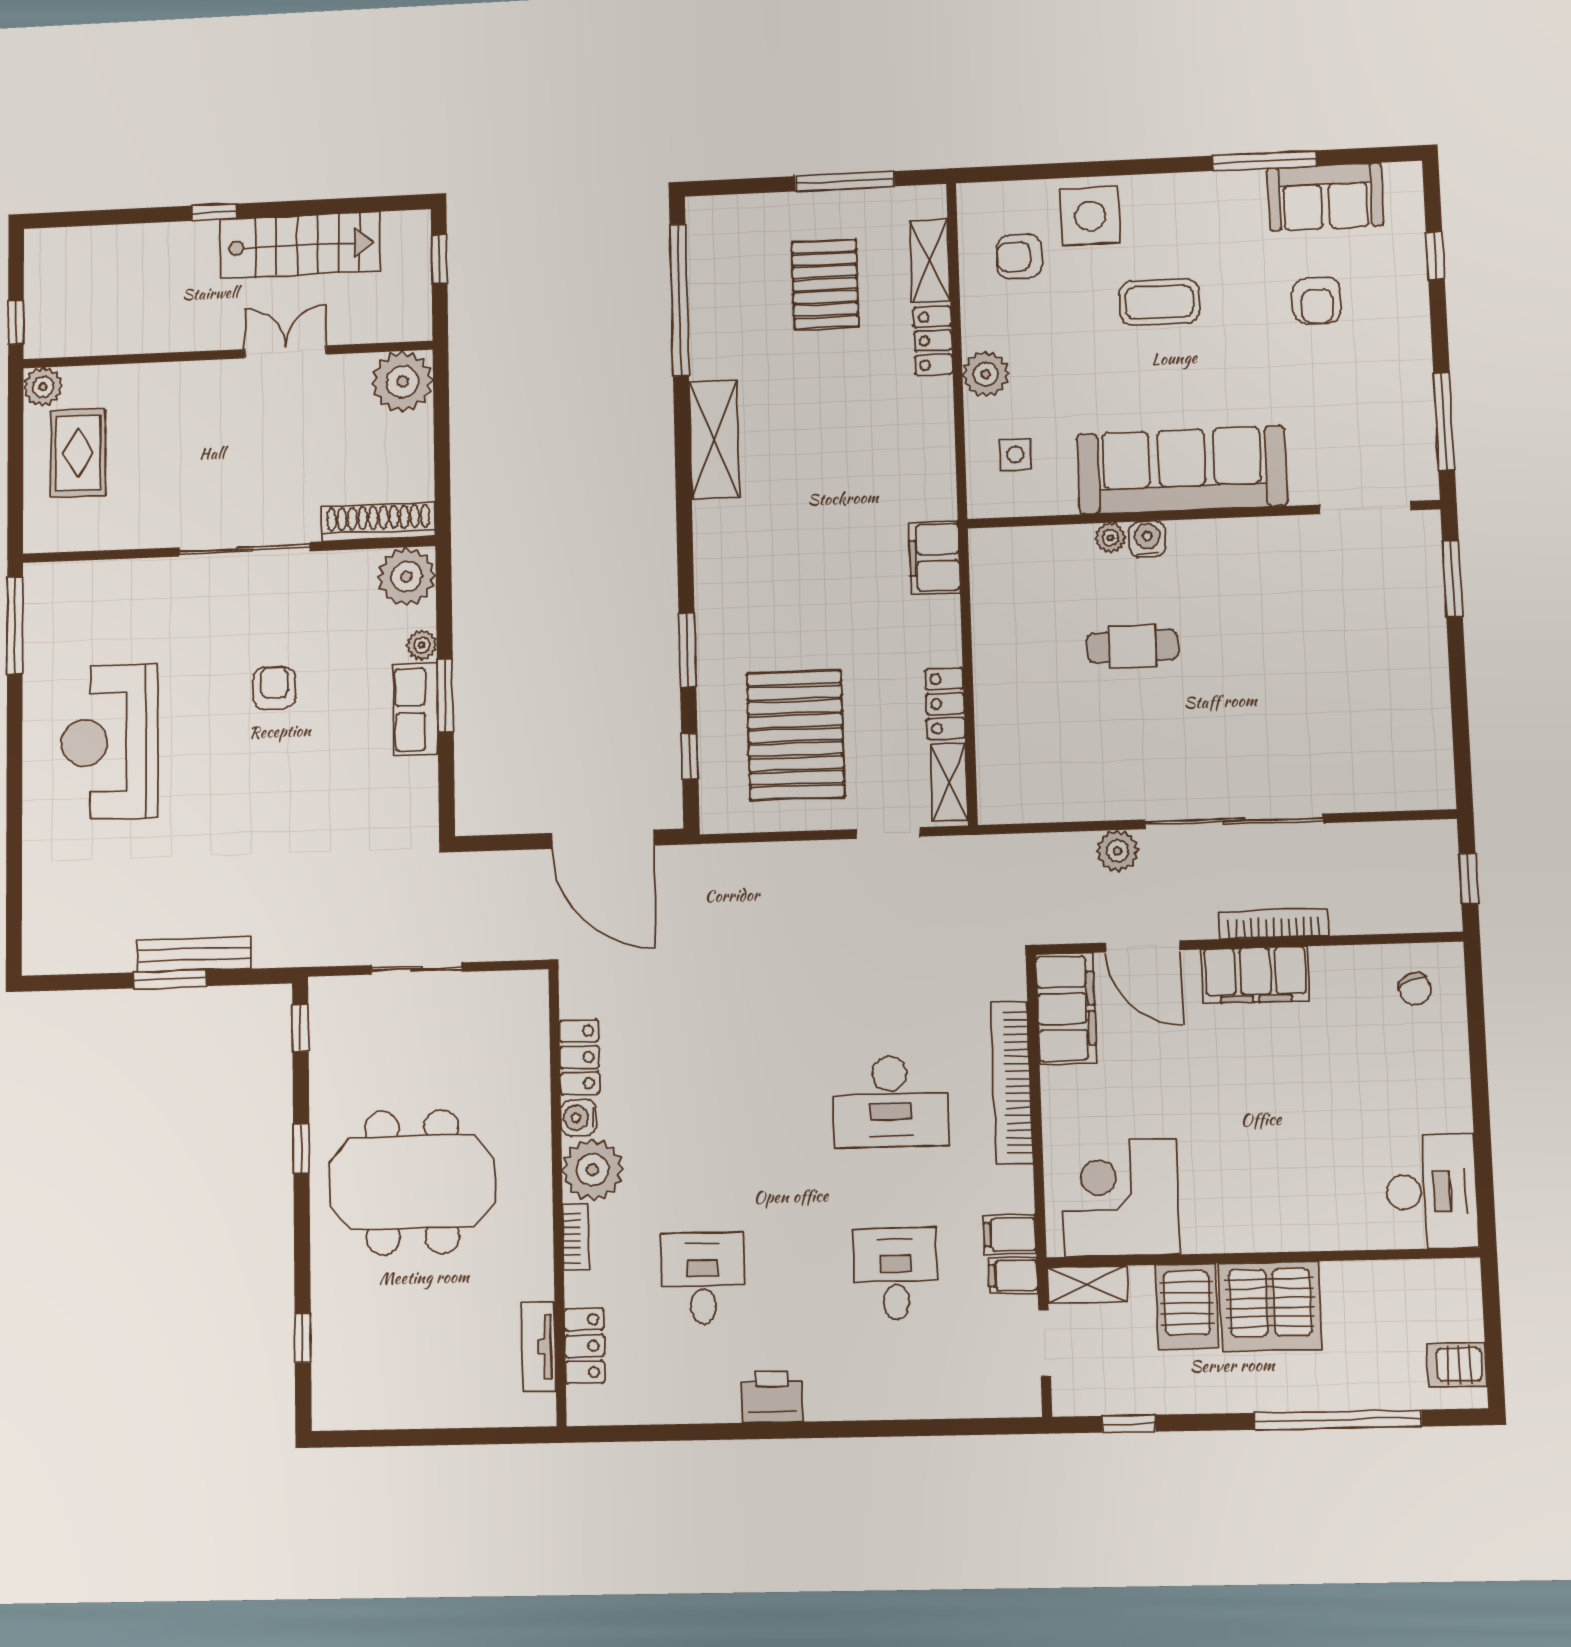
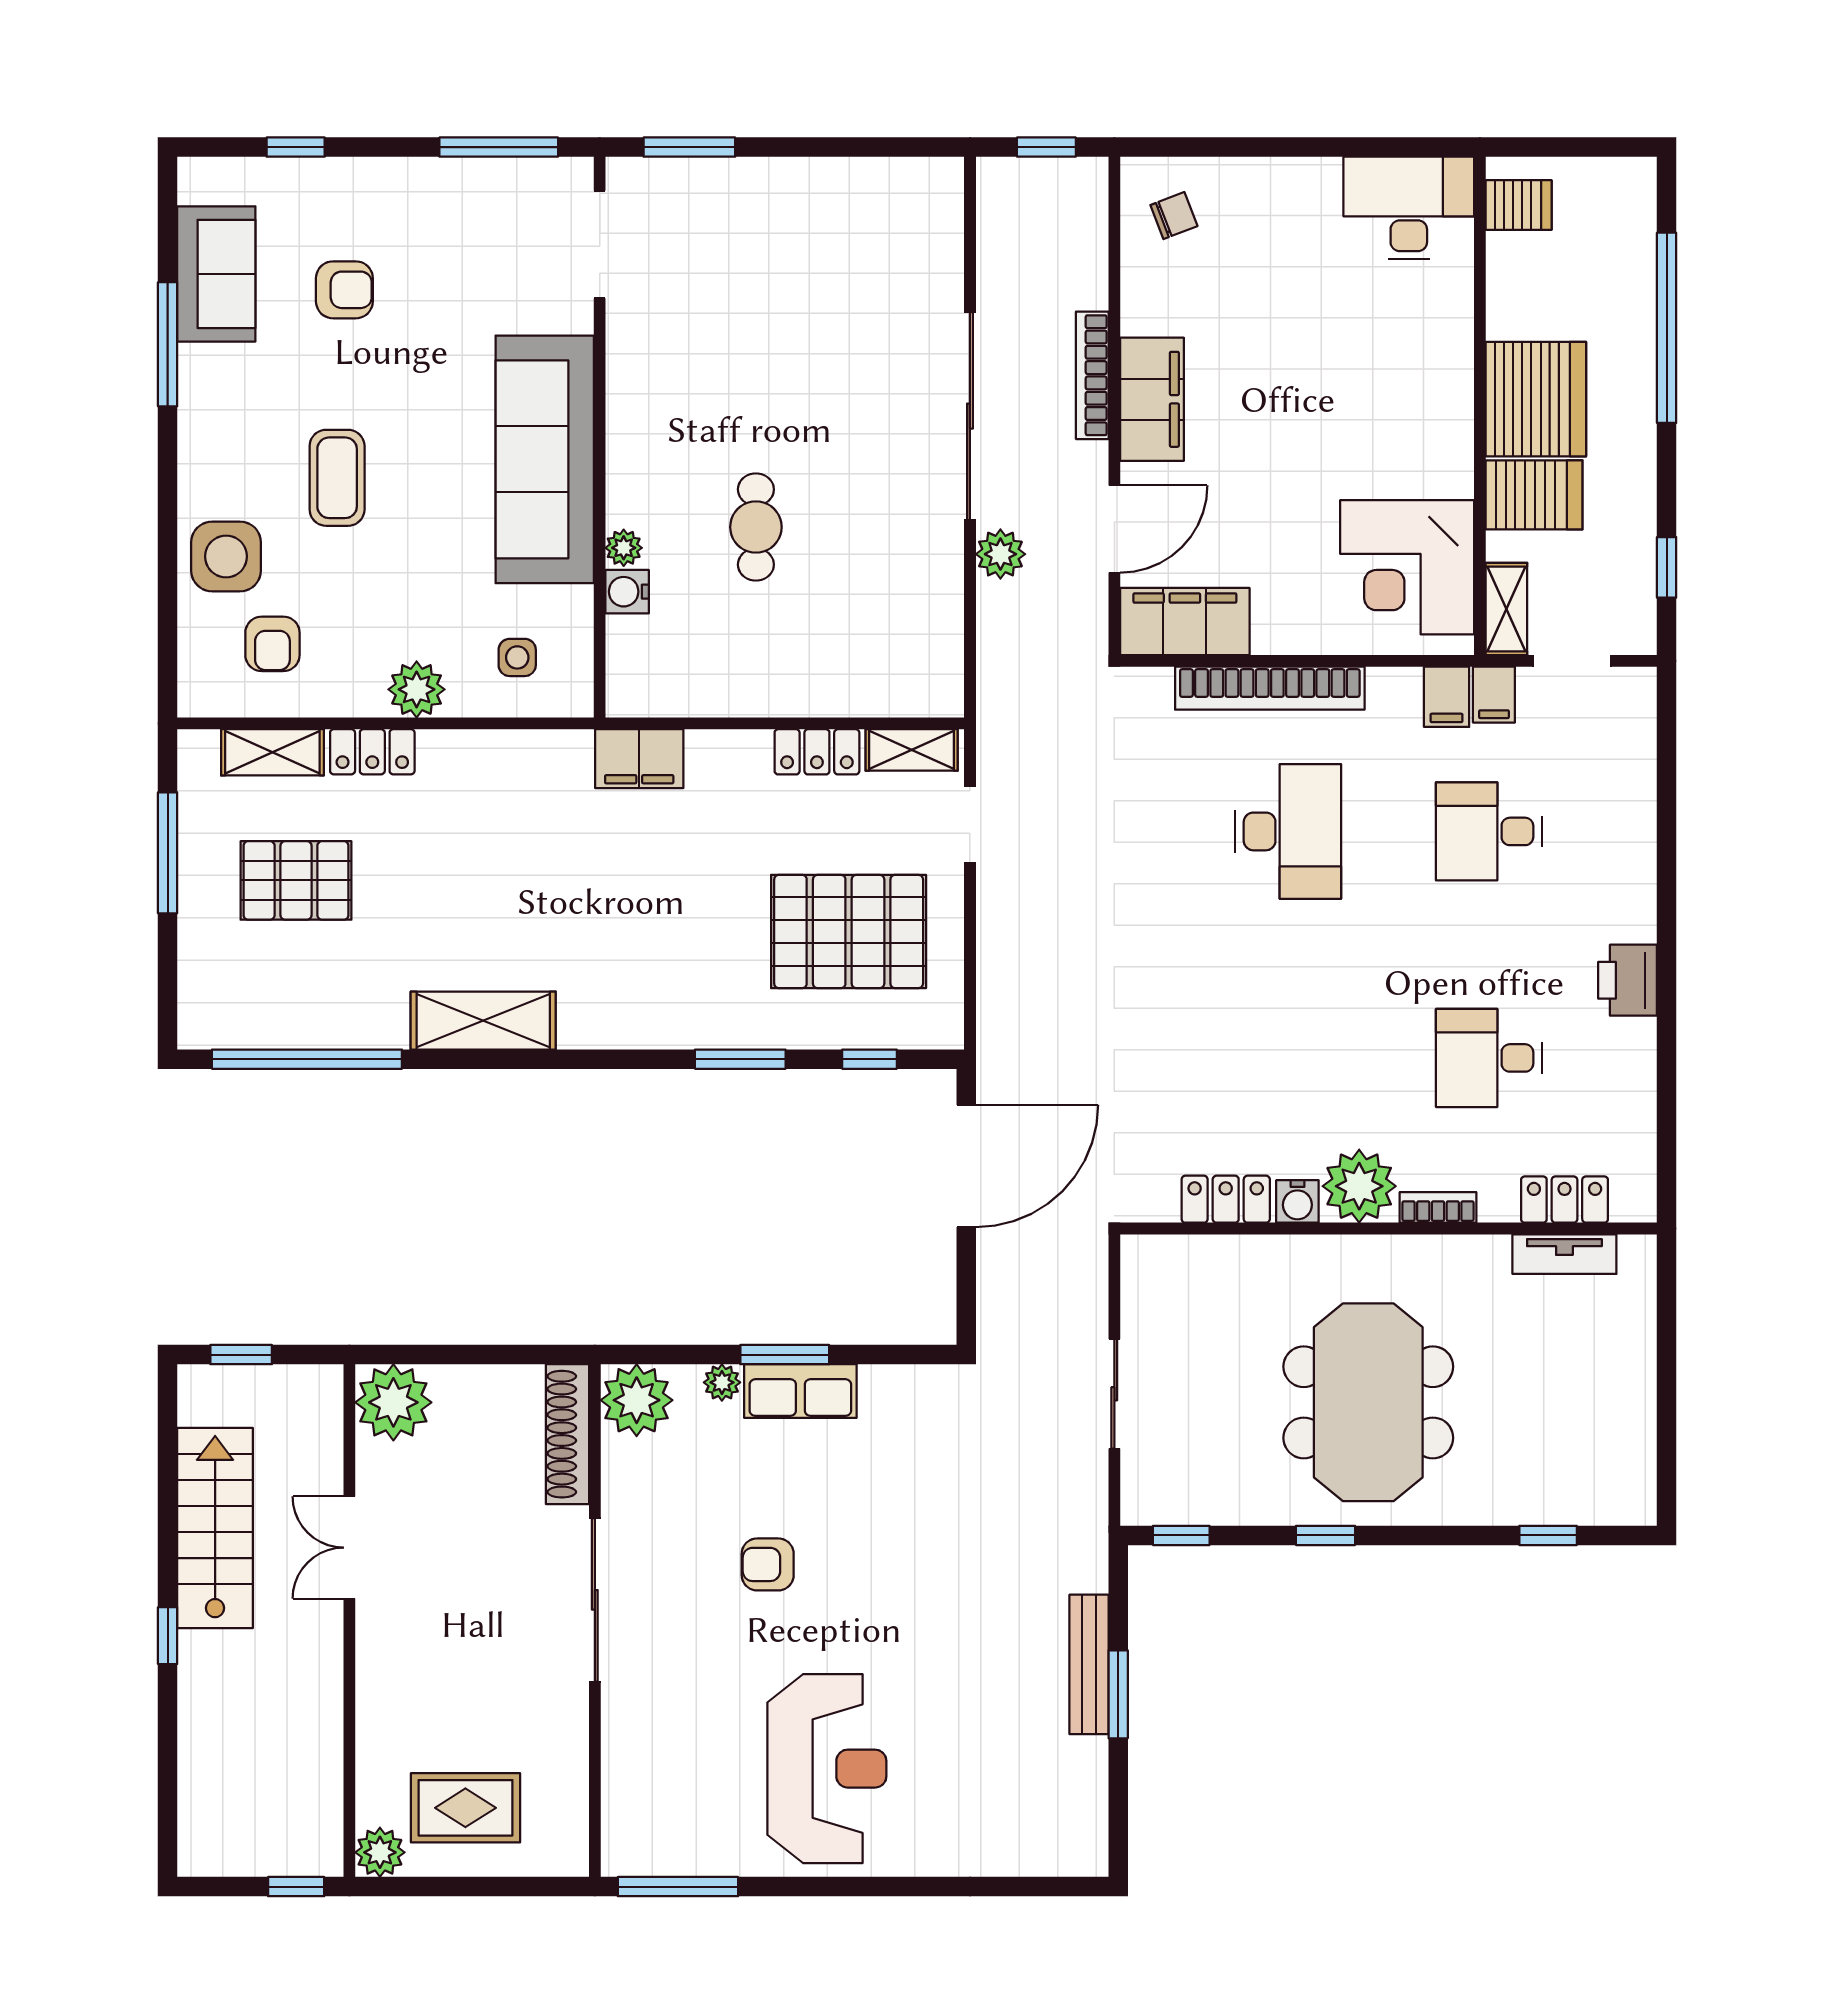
water cooler: (1147, 539) -> (627, 592), moved
reception desk: (109, 742) -> (827, 1769), turned -90
server rack: (1457, 1365) -> (1519, 205), moved, turned -90

